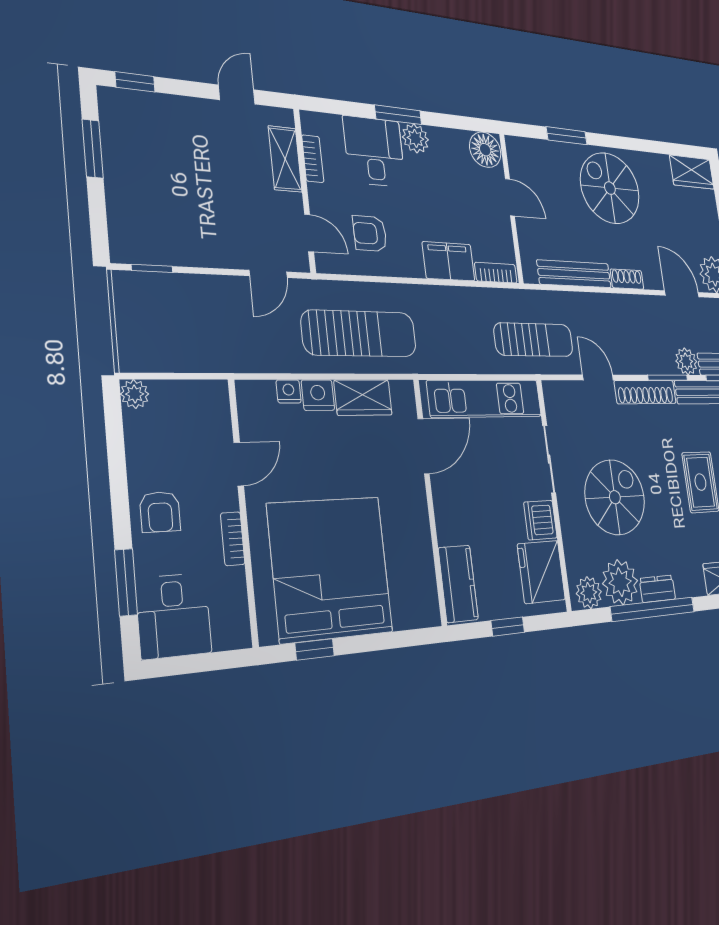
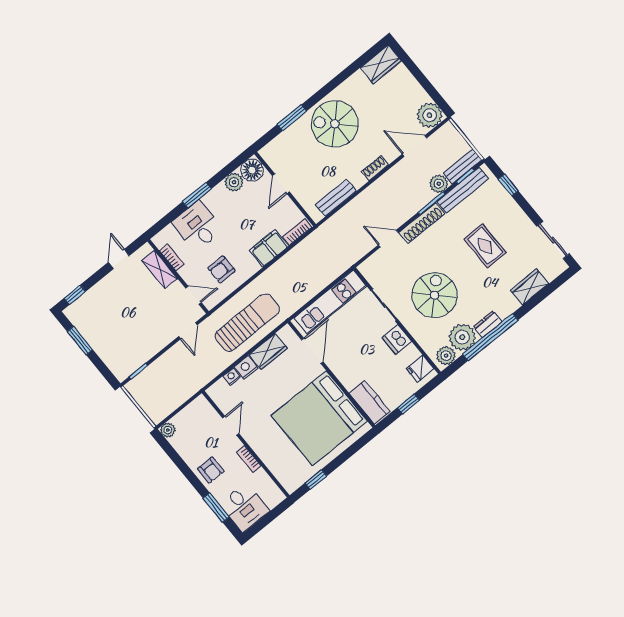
plant: (415, 138) -> (234, 182), moved
door: (510, 197) -> (281, 184), swing flipped
bench: (574, 274) -> (336, 198), width x0.73
sun lounger: (534, 340) -> (339, 249), removed
bed: (330, 568) -> (319, 418), moved, turned -90
fridge: (541, 572) -> (420, 369), width x0.53, depth x0.75

